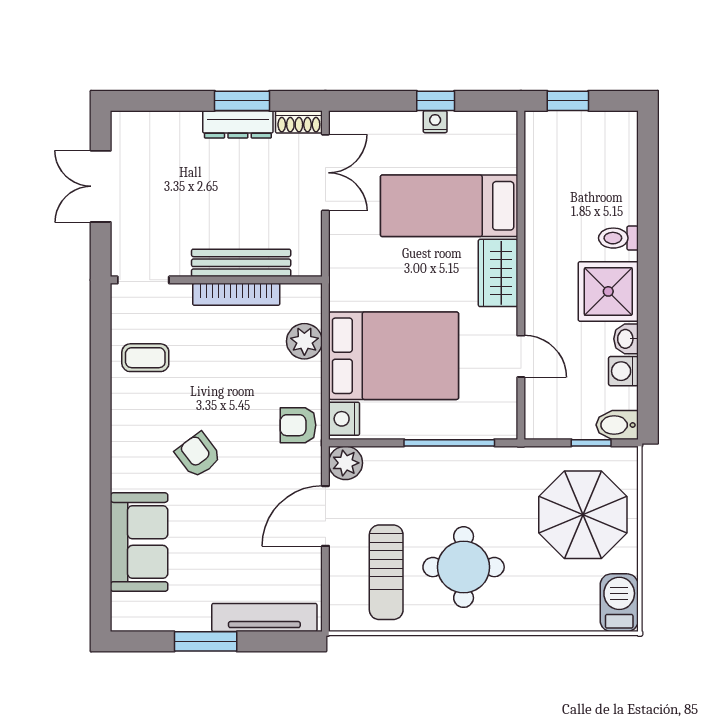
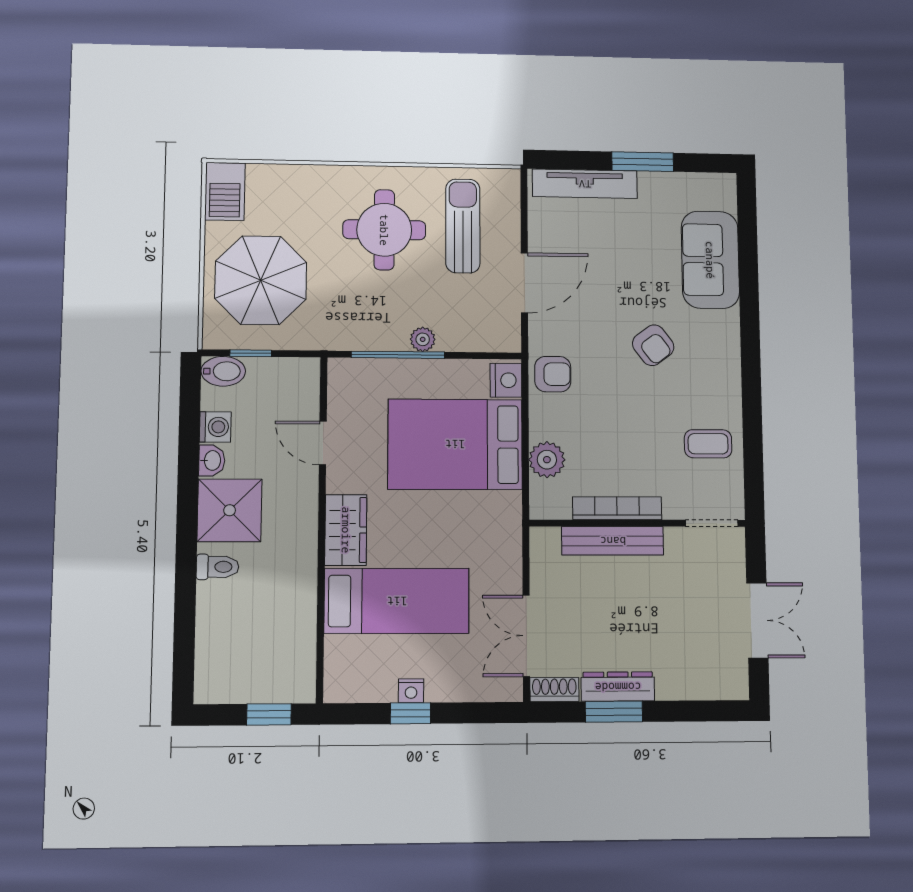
plant: (346, 463) -> (423, 339), moved, width x0.73, depth x0.73

